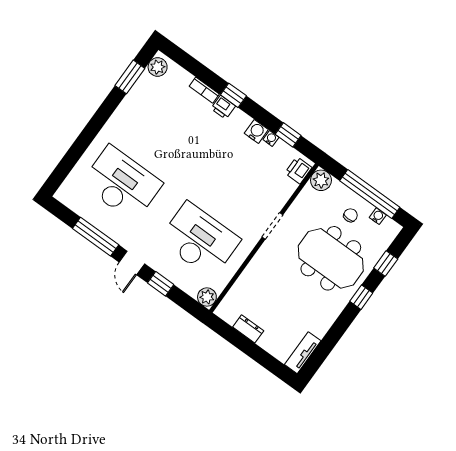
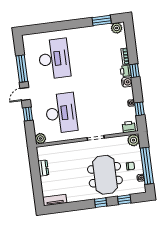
water cooler: (256, 131) -> (127, 82), moved

